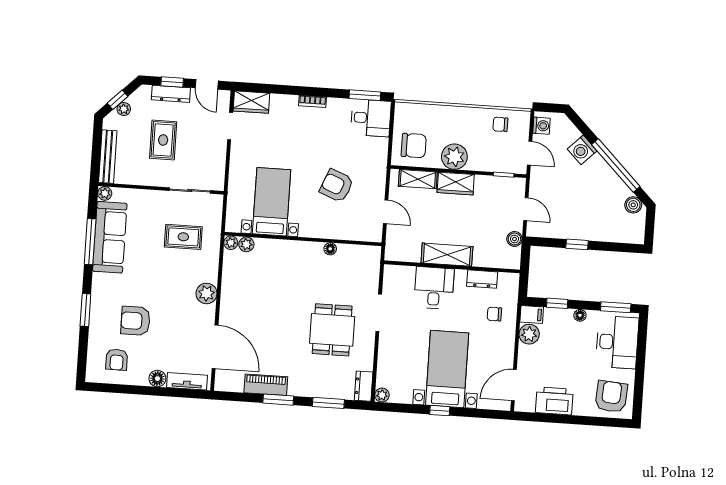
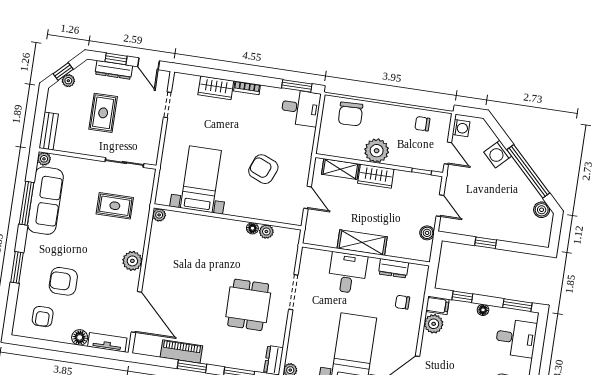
wardrobe: (251, 102) -> (216, 88), moved
chair: (414, 146) -> (351, 114), moved, turned 88
bench: (108, 157) -> (49, 131), width x0.73
plant: (246, 244) -> (266, 232), moved
desk: (617, 342) -> (516, 338), width x0.73

